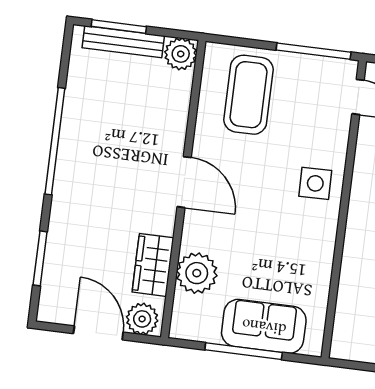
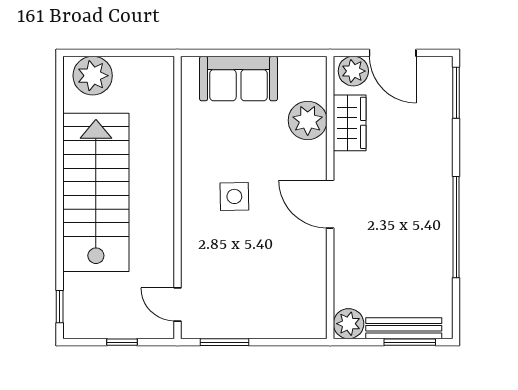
window: (314, 51) -> (225, 342), width x0.69
coffee table: (249, 95) -> (280, 294), removed
side table: (315, 183) -> (234, 196), moved
window: (40, 258) -> (456, 93), moved
window: (244, 351) -> (255, 53), removed

